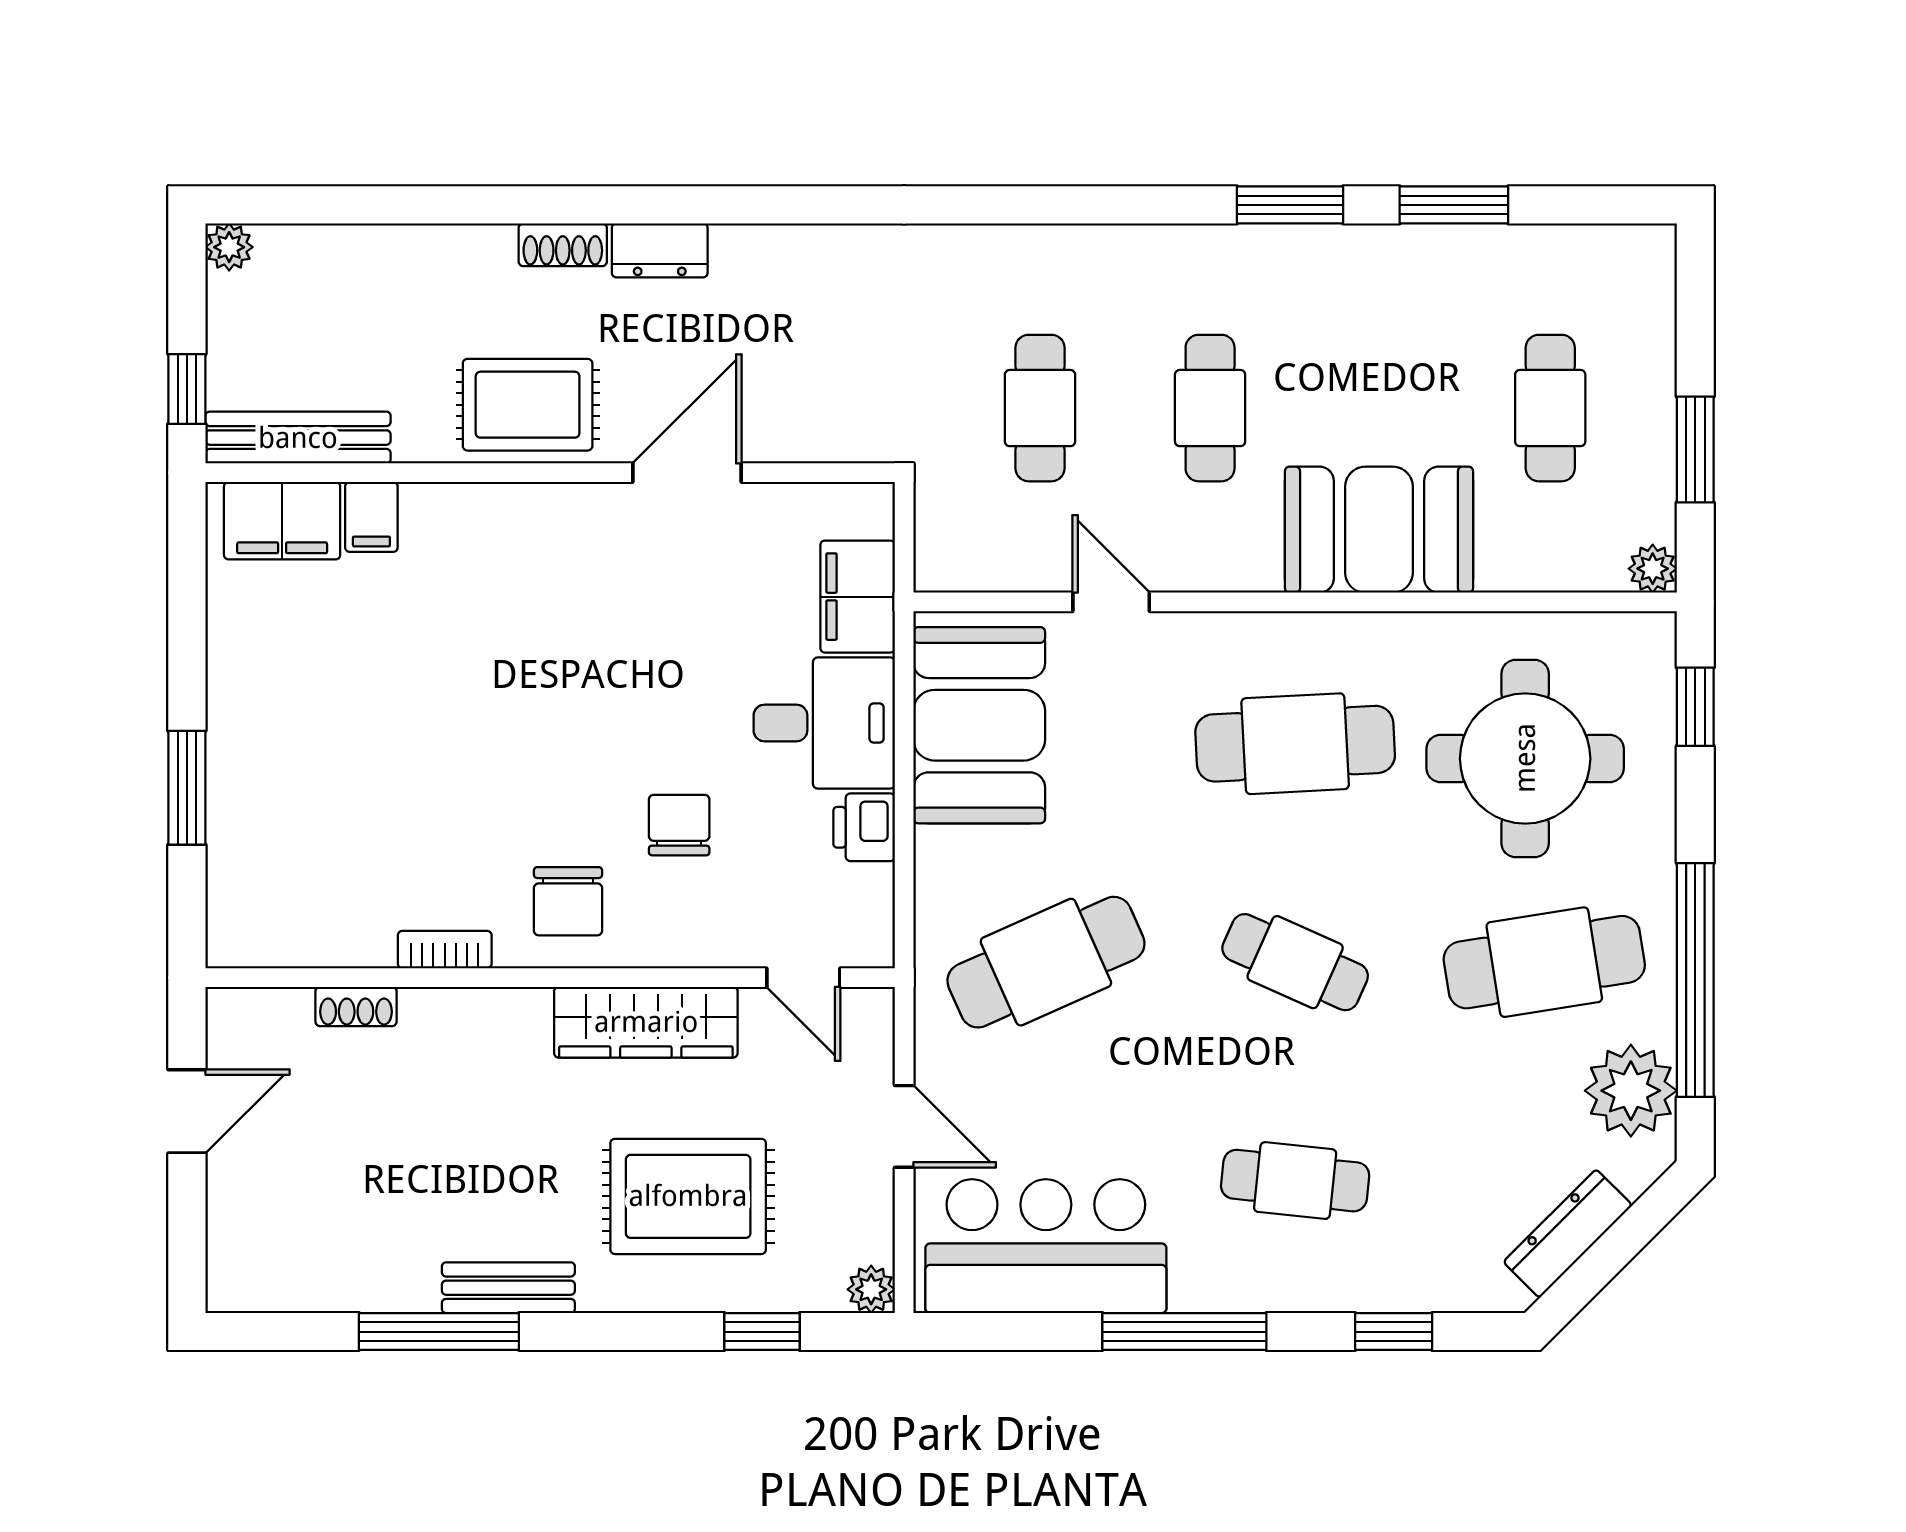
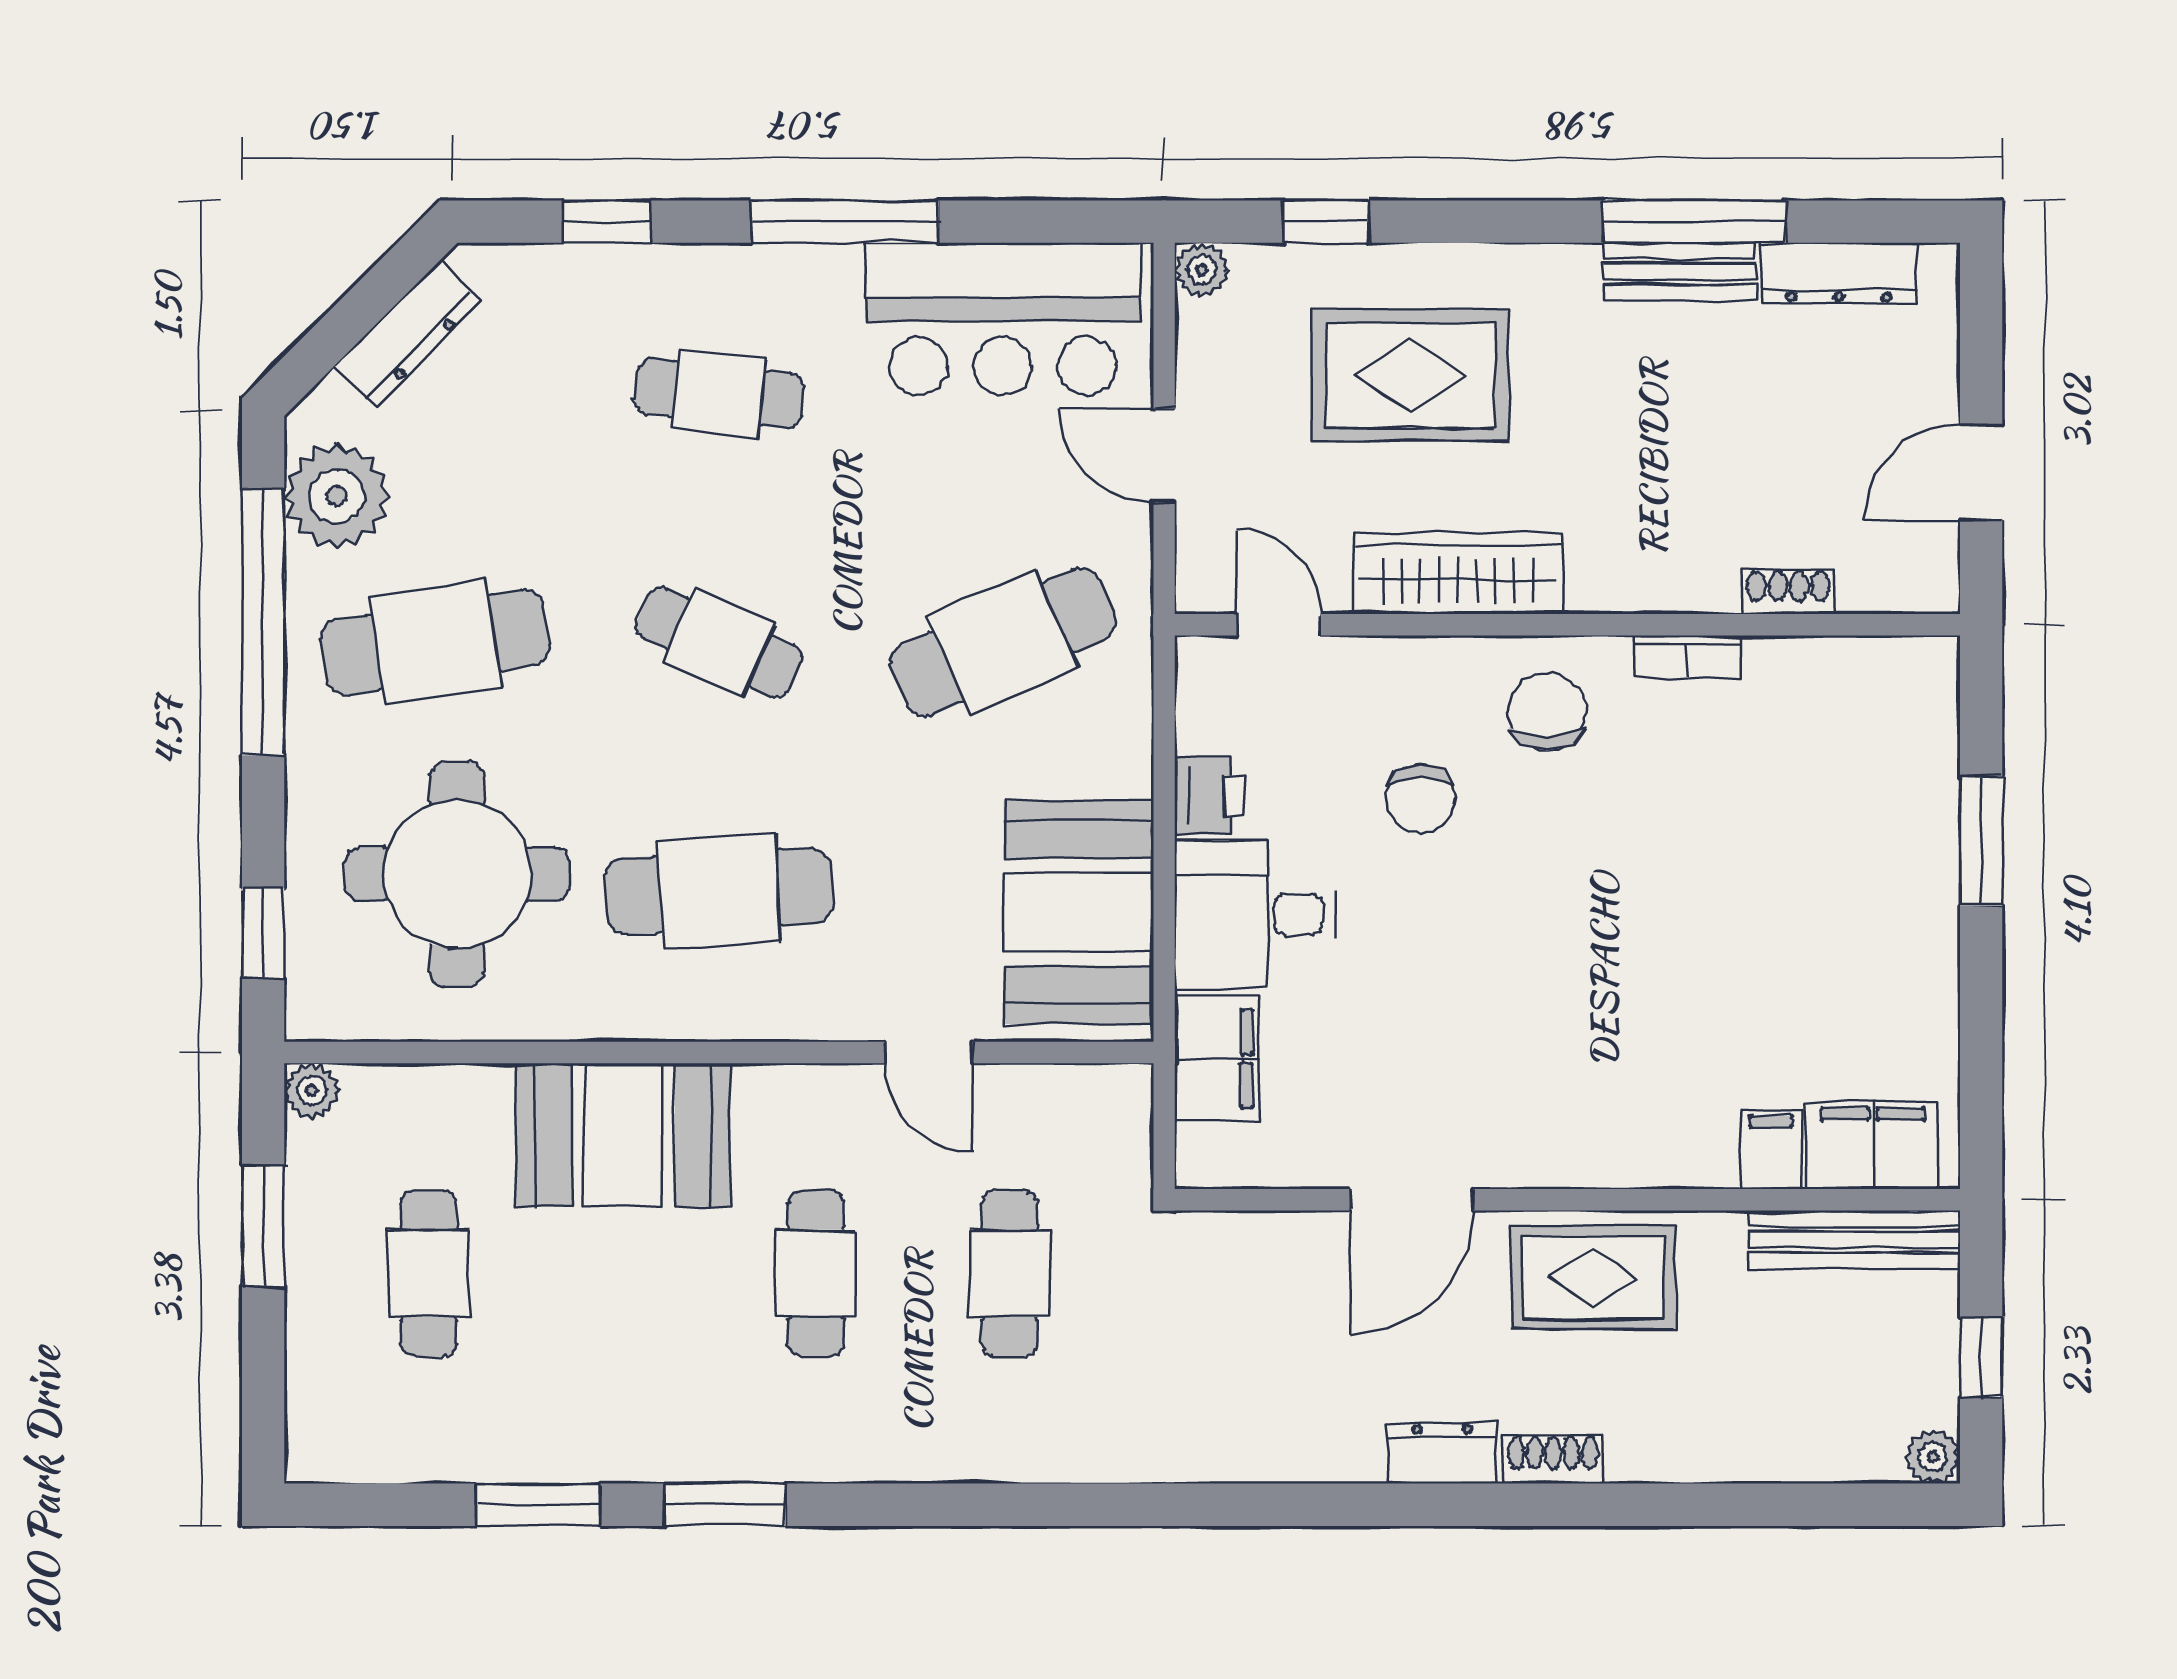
window: (187, 389) -> (1981, 1357), moved
dresser: (312, 1286) -> (1839, 273), added
bench: (508, 1288) -> (1679, 272), moved

